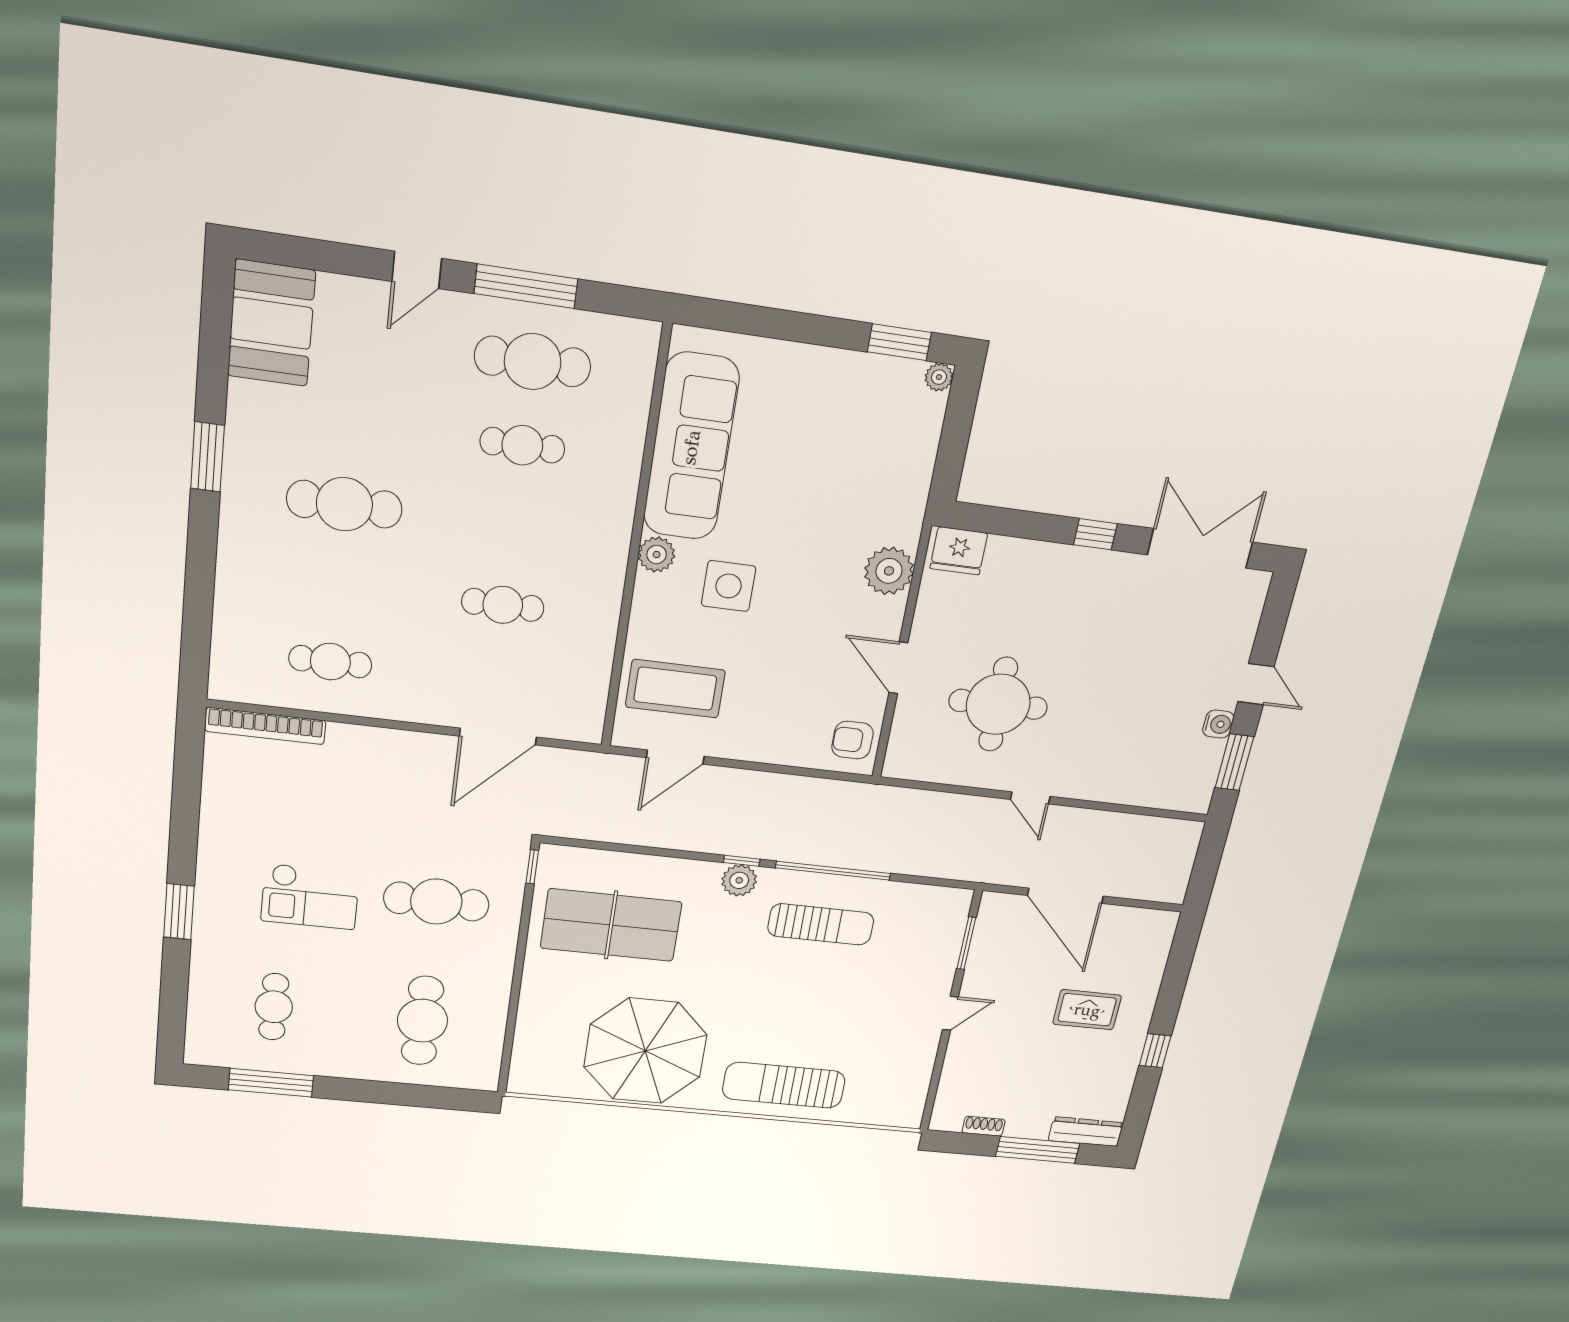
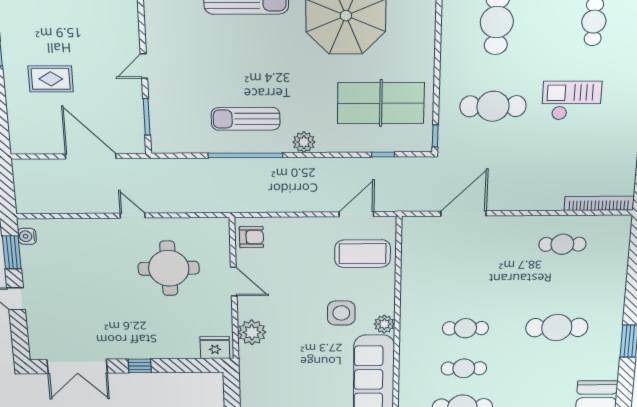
cafe table: (503, 605) -> (465, 328), moved
water cooler: (1218, 724) -> (27, 236), moved
window: (742, 861) -> (383, 154), moved

